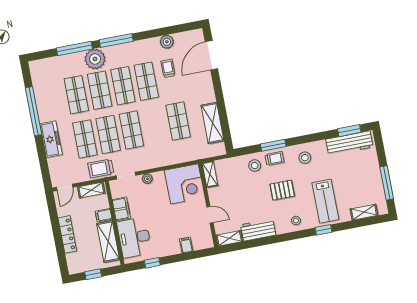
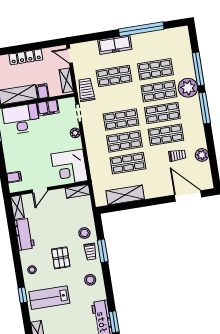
shop shelf: (108, 134) -> (124, 141), moved
filing cabinet: (186, 245) -> (14, 177), moved

